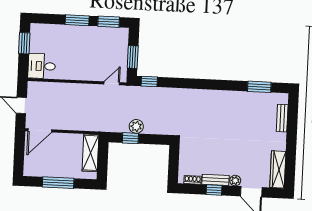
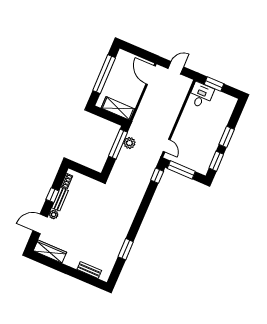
window: (24, 43) -> (214, 84), moved
window: (133, 57) -> (181, 170), width x1.44
window: (259, 87) -> (126, 249), moved
plant: (136, 126) -> (129, 143), moved
window: (130, 138) -> (118, 144), width x2.17
window: (58, 183) -> (104, 74), width x1.46

